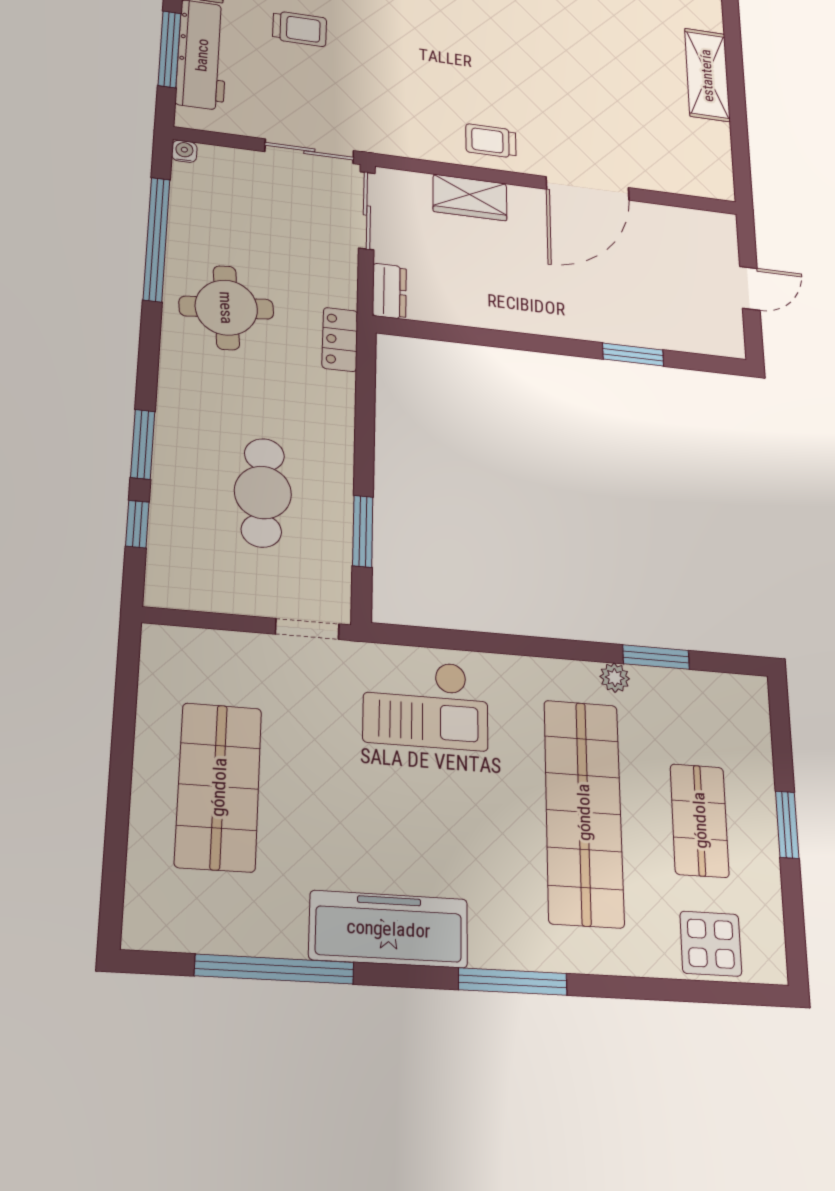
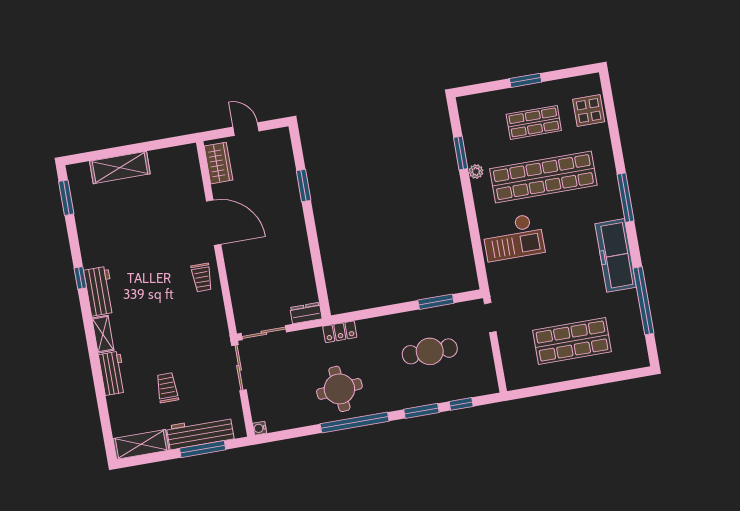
wardrobe: (470, 197) -> (218, 163), moved
window: (157, 239) -> (355, 423), moved
checkout: (426, 704) -> (513, 237), moved, turned 90

